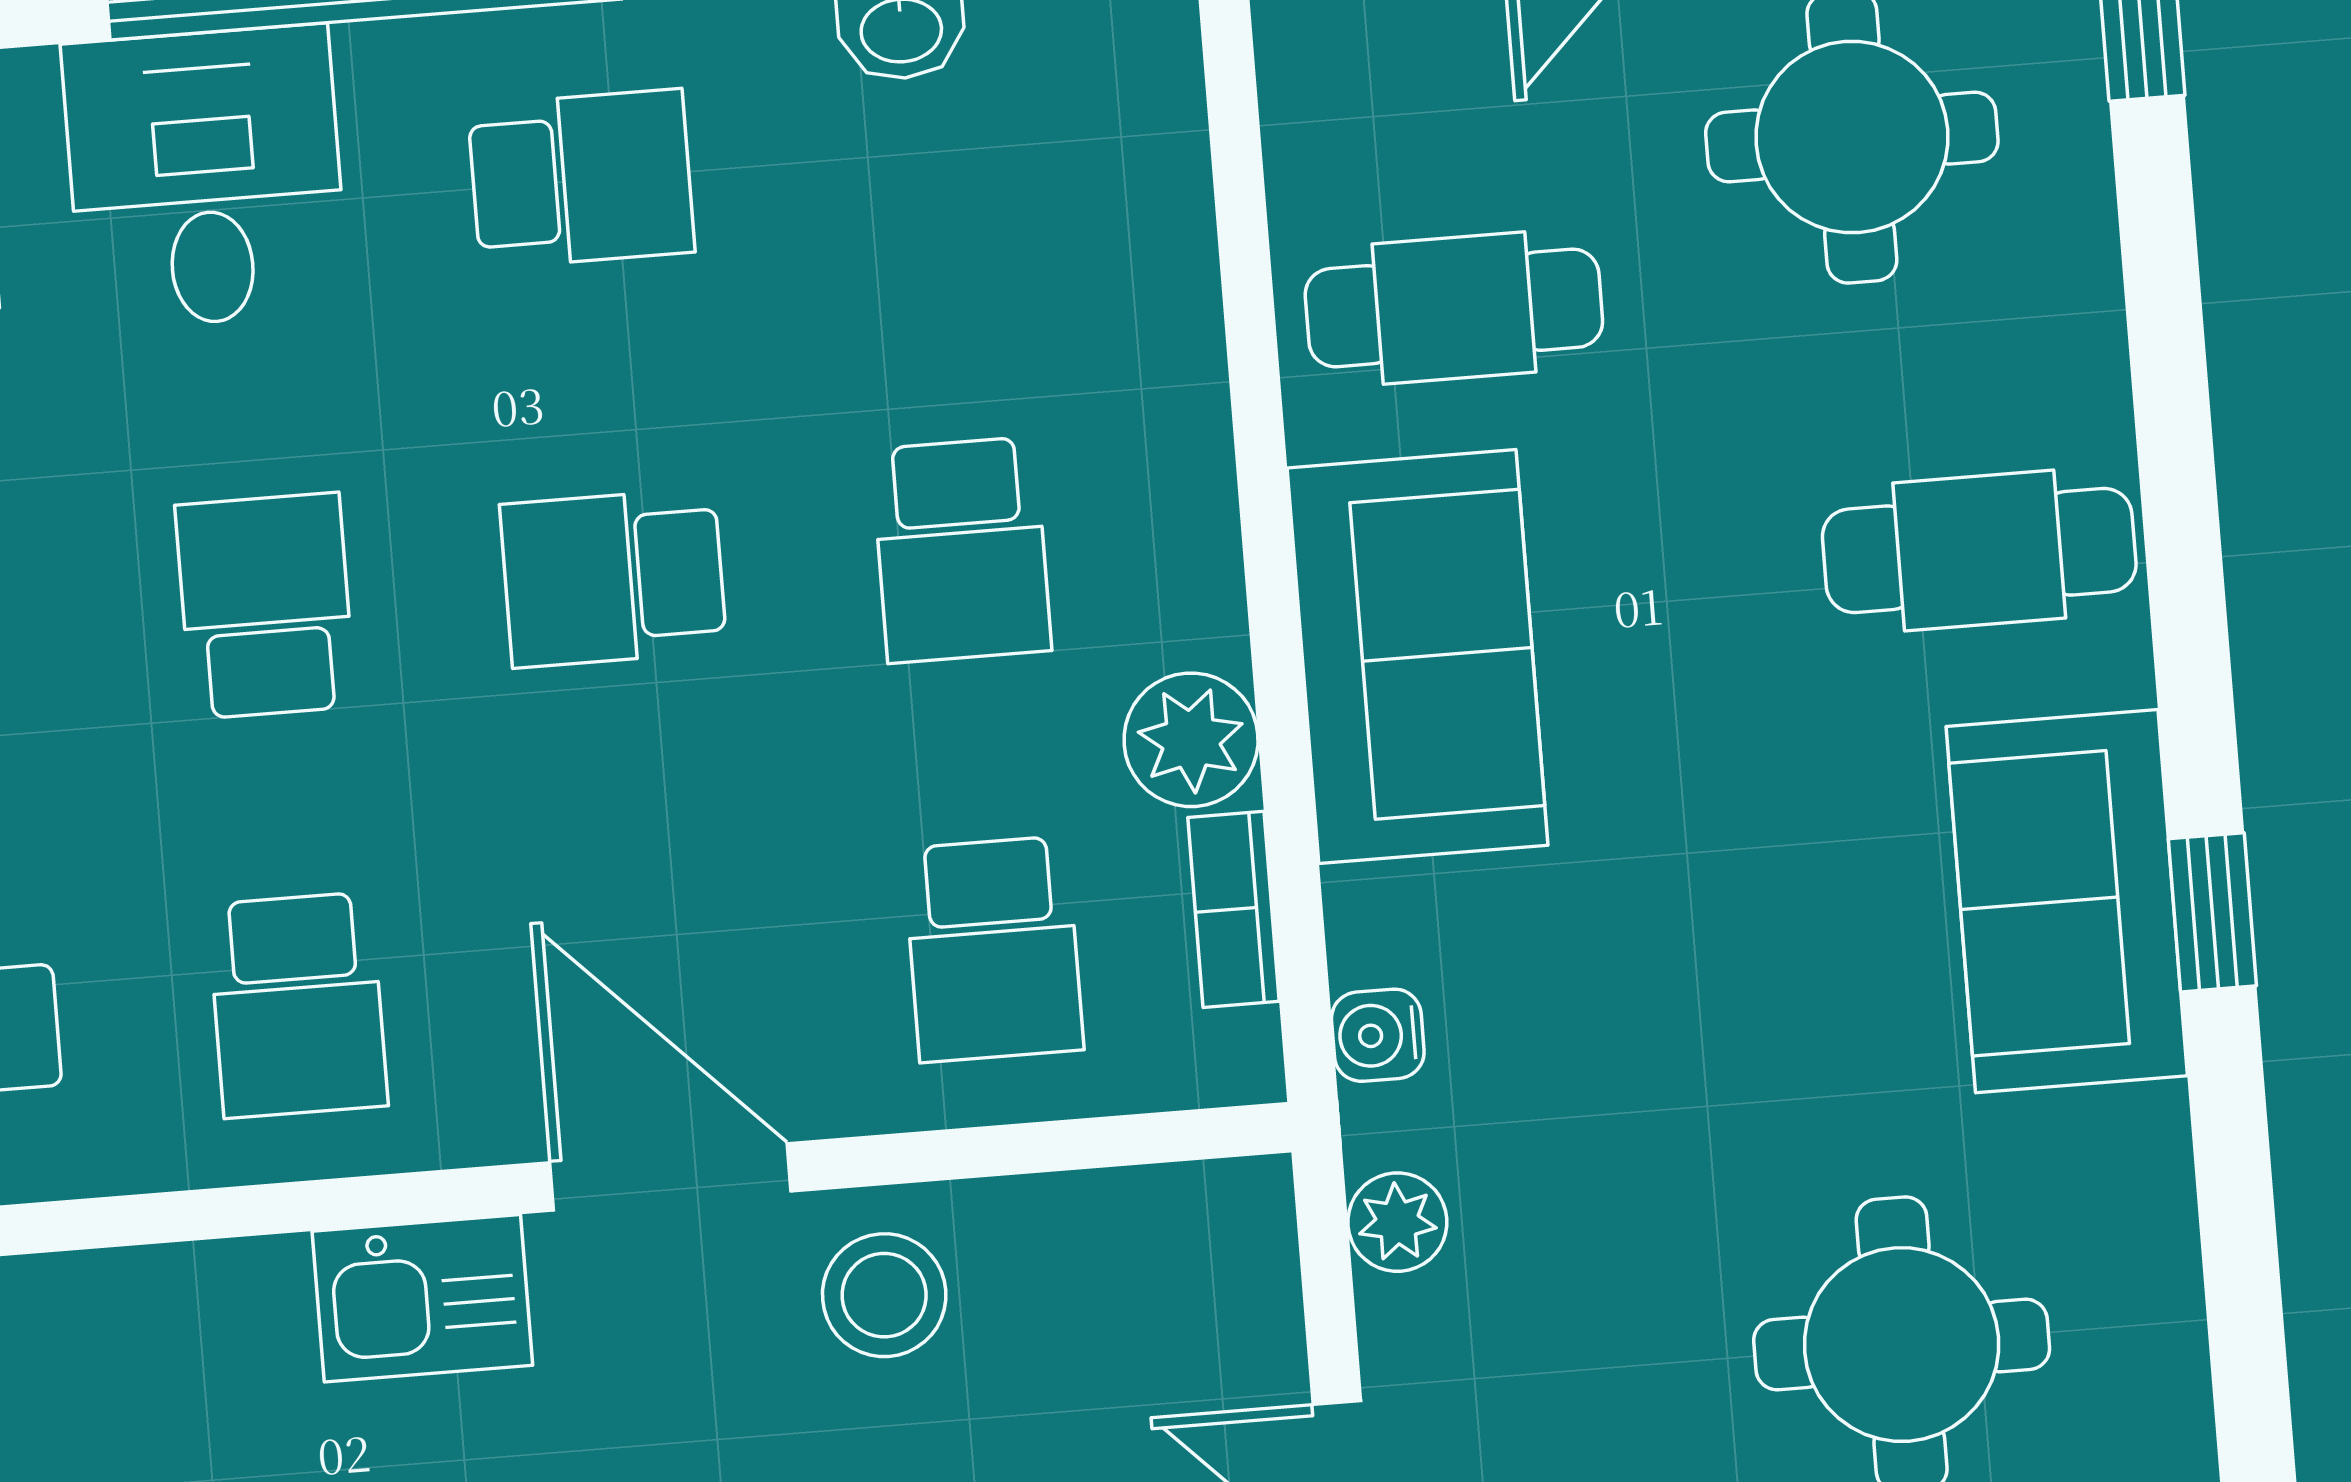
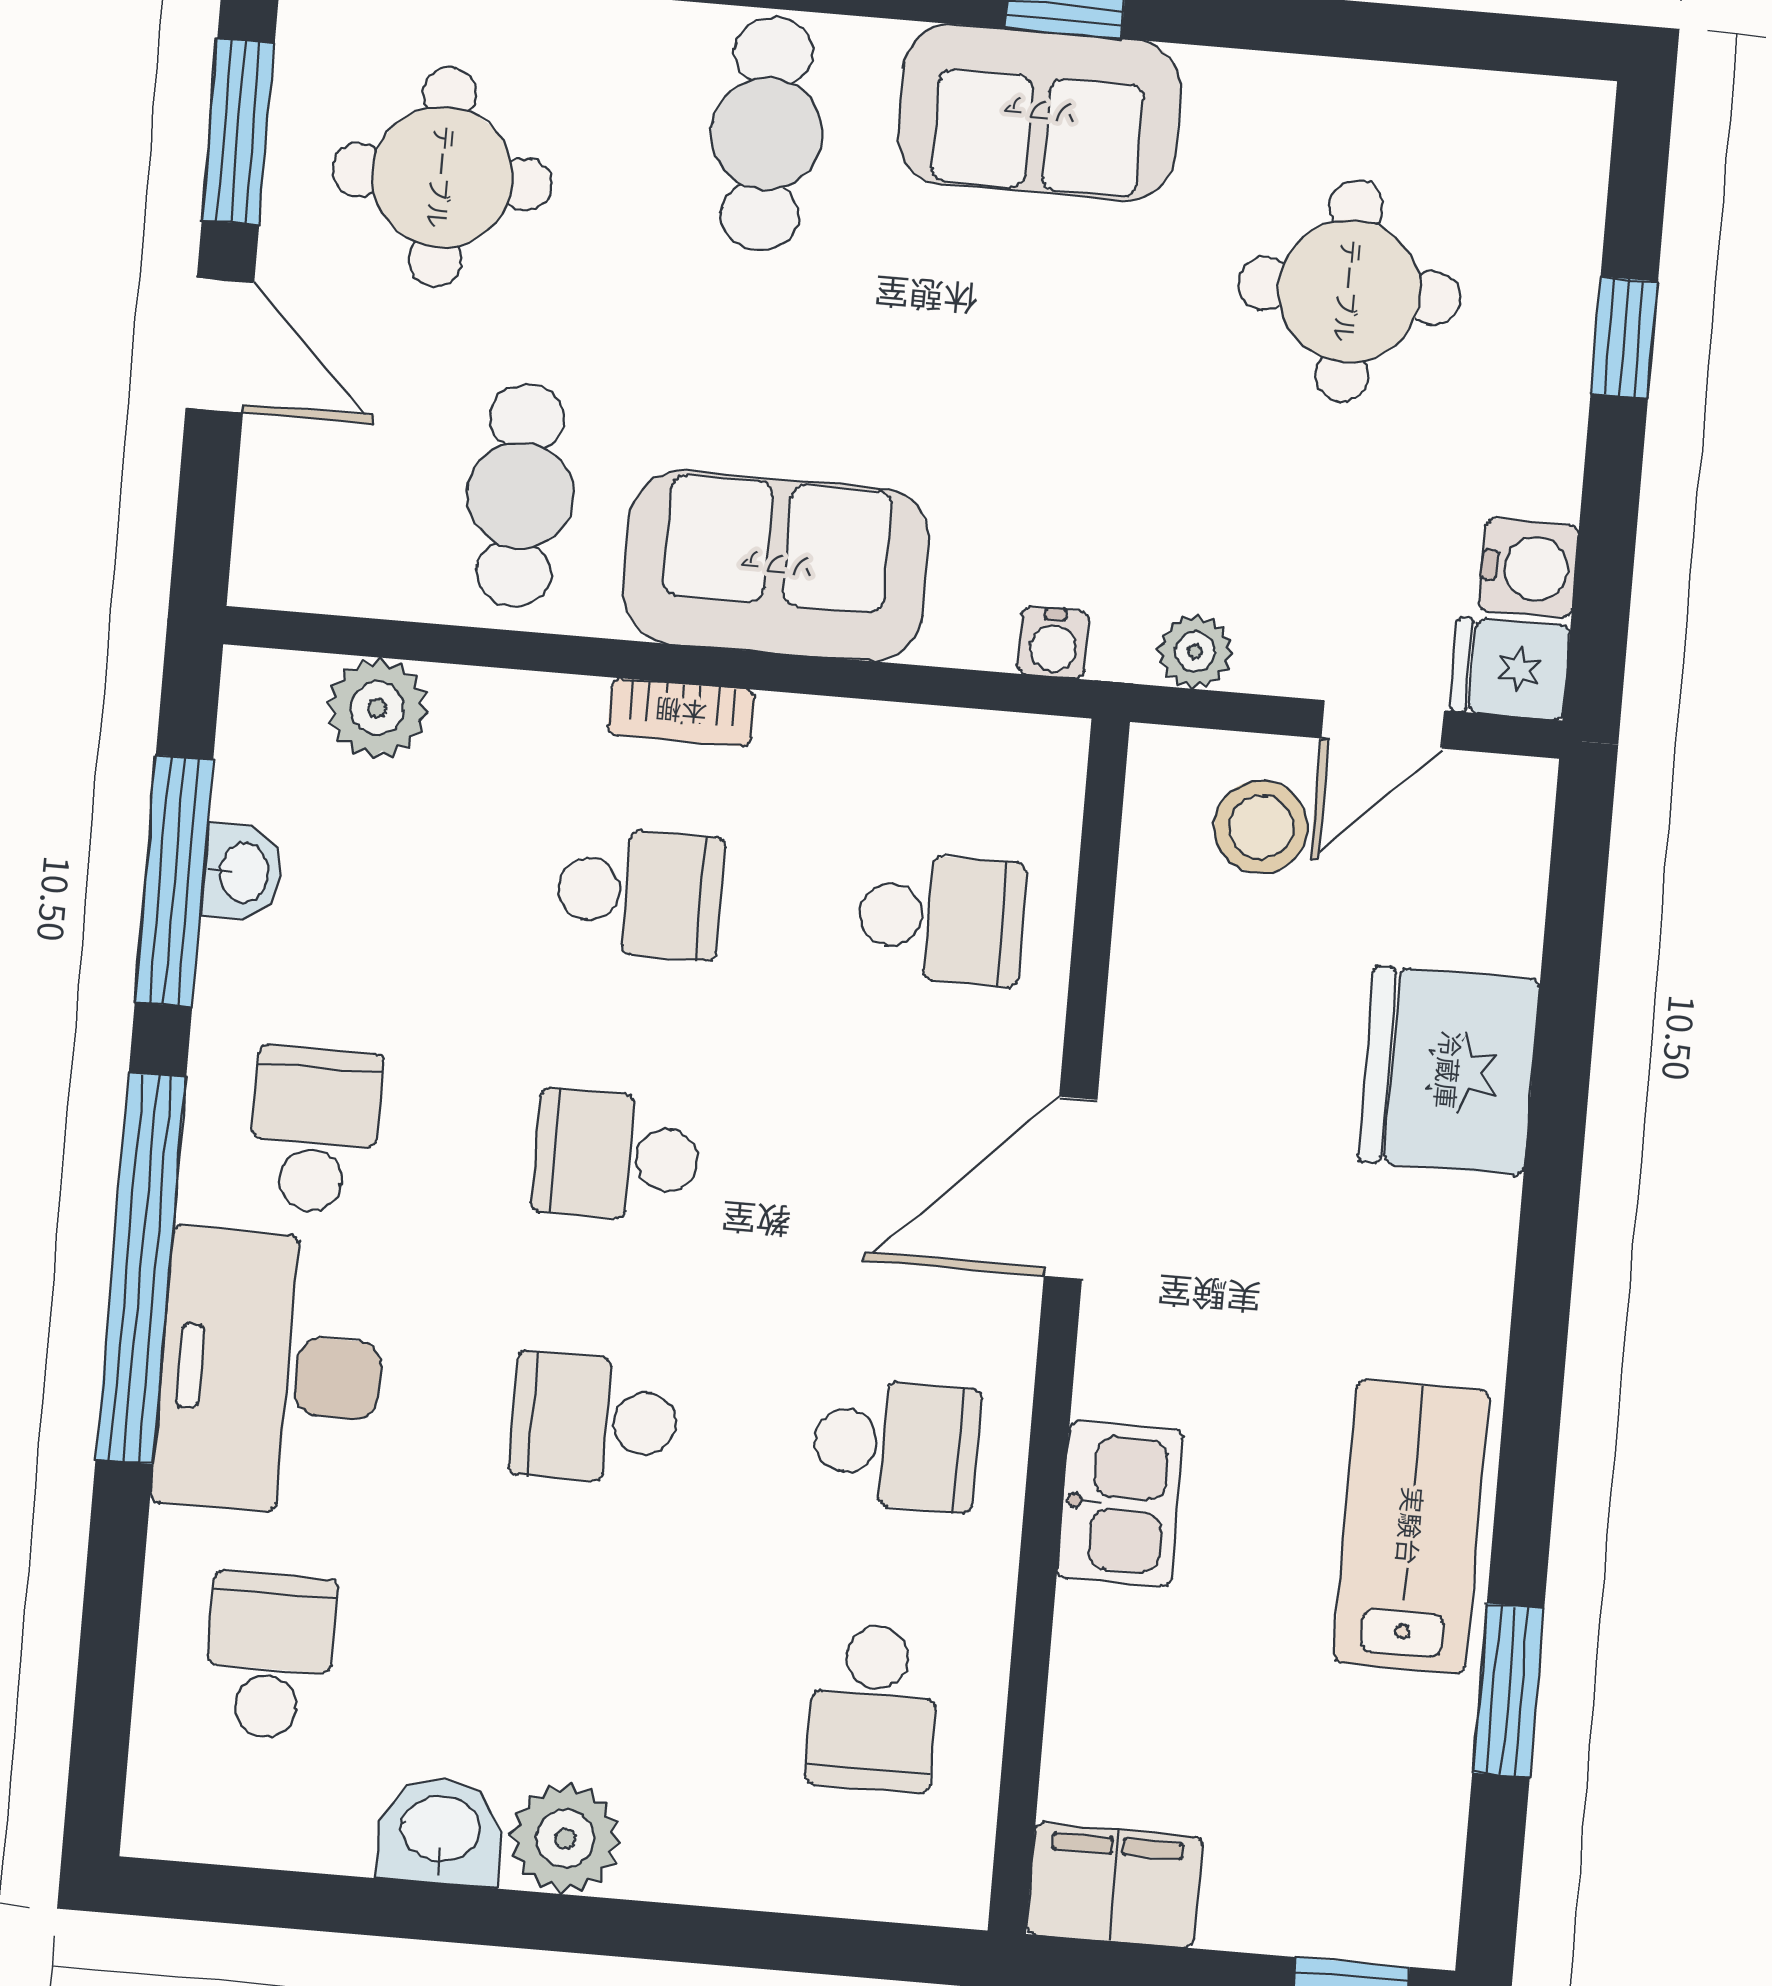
desk: (205, 178) -> (270, 1373), width x1.37
school desk: (613, 578) -> (617, 1156), turned 90
plant: (1191, 740) -> (377, 708), moved
bookcase: (1234, 909) -> (681, 712), moved
stool: (884, 1295) -> (1261, 827), moved
kitchen sink: (422, 1298) -> (1120, 1504), moved

